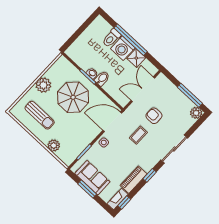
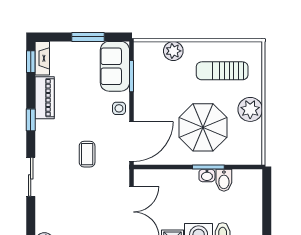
bidet: (102, 78) -> (224, 180), moved
armchair: (154, 116) -> (90, 193), removed
sliding door: (174, 149) -> (31, 177), width x0.73
sofa: (92, 178) -> (115, 66), moved, turned 90

